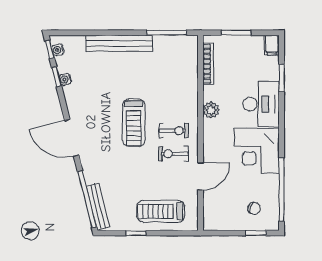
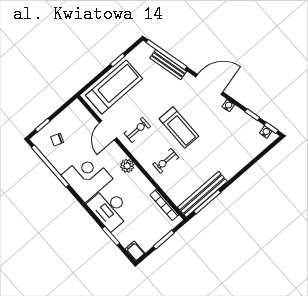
bench: (119, 43) -> (202, 194), moved
water cooler: (65, 79) -> (228, 106), moved
plant: (211, 110) -> (127, 166), moved
treadmill: (134, 123) -> (179, 128), turned 180
exercise bike: (174, 131) -> (166, 161), moved
bench: (98, 206) -> (168, 65), moved
treadmill: (161, 211) -> (114, 87), width x1.37, depth x1.37

